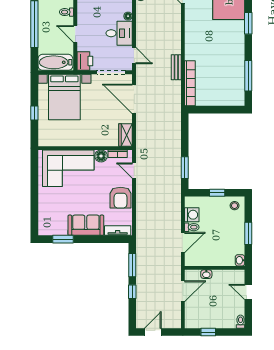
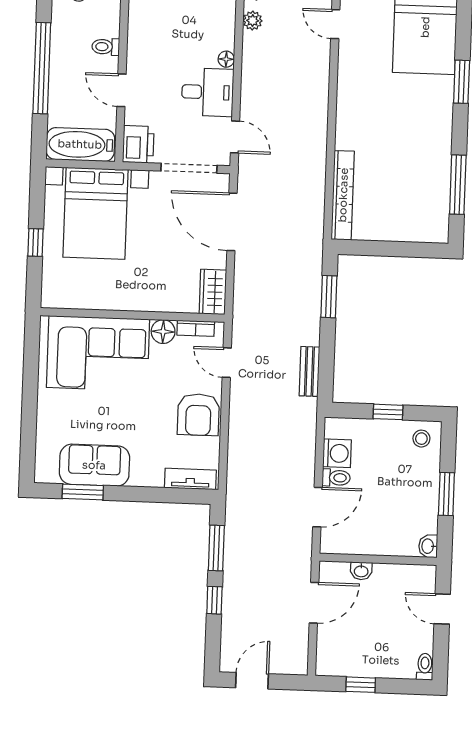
bench: (176, 67) -> (309, 371), moved
window: (185, 168) -> (329, 297), moved
sofa: (86, 225) -> (94, 465), moved

